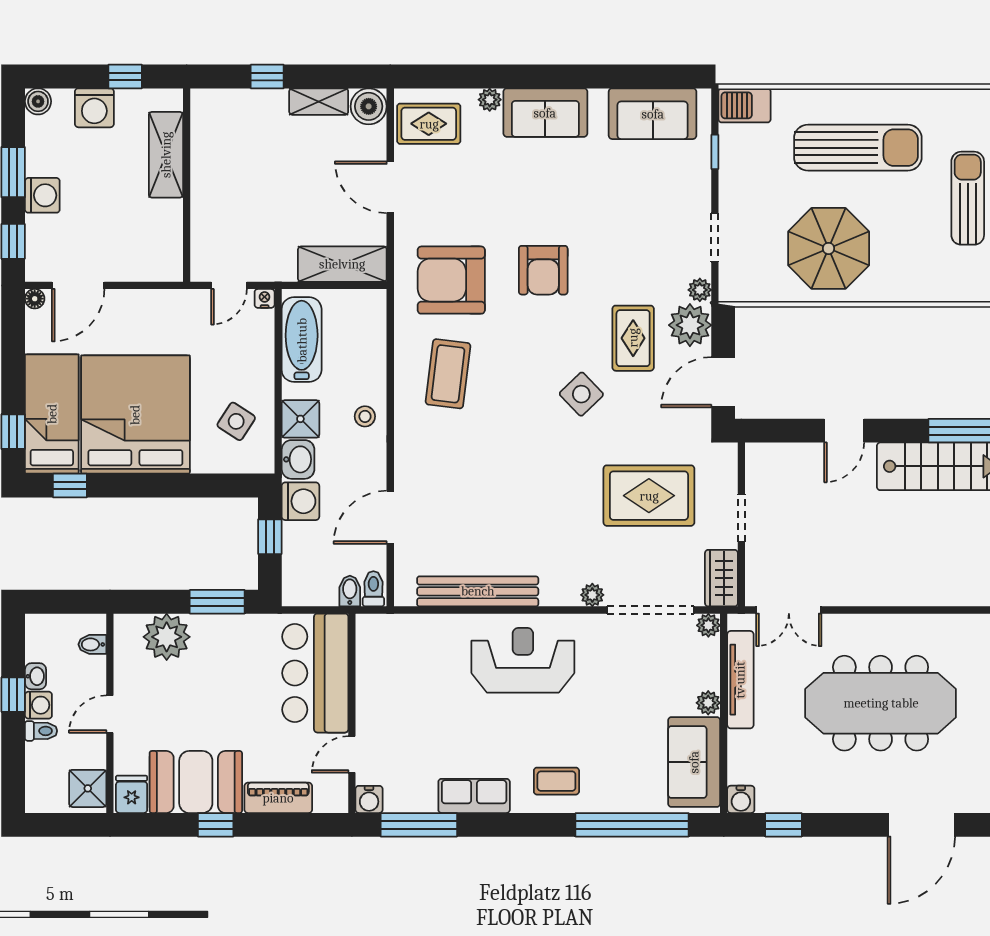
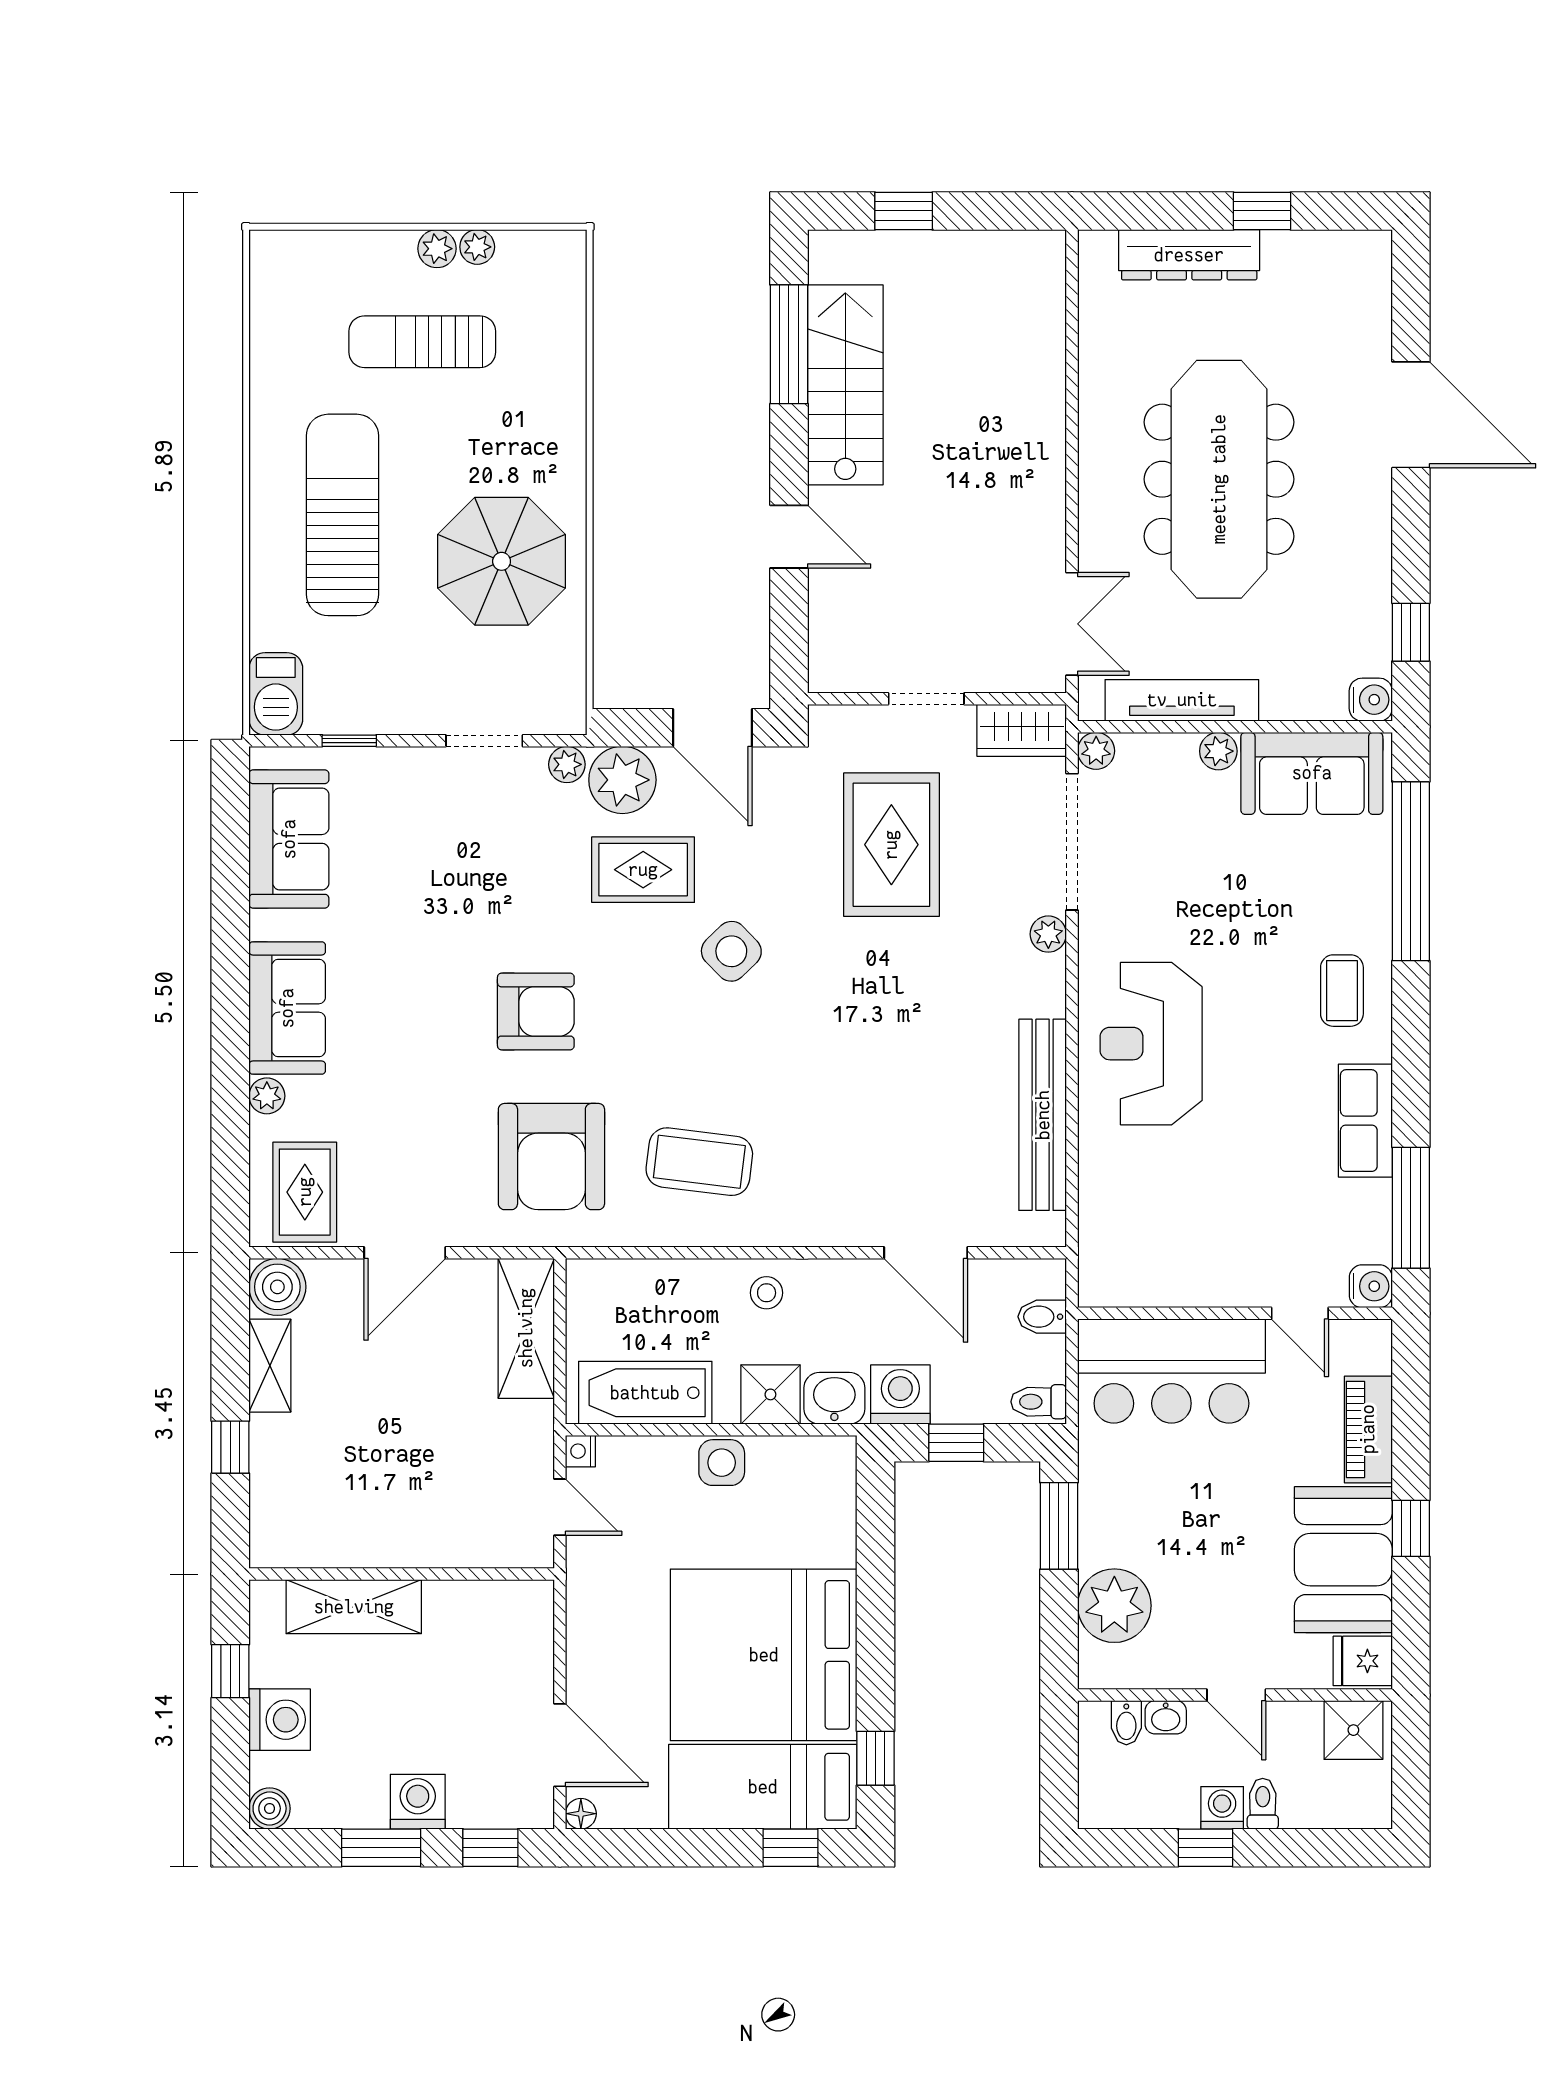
side table: (236, 421) -> (722, 1463), moved, turned -33
toilet: (373, 589) -> (1039, 1402), moved
washbasin: (36, 676) -> (1166, 1717), moved, turned 180

